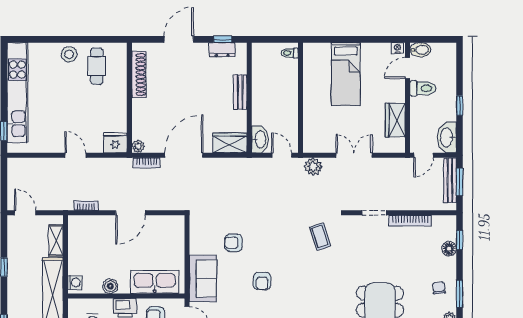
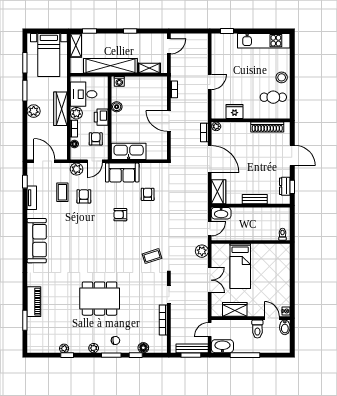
bed: (346, 74) -> (240, 266), moved, turned -90
kitchen unit: (17, 93) -> (264, 41), width x0.73
window: (460, 106) -> (245, 355), width x2.17
fridge: (115, 143) -> (234, 111), moved, turned -90
door: (424, 155) -> (210, 330), hinge flipped
window: (460, 240) -> (136, 355), moved
kitchen sink: (155, 282) -> (129, 151), moved, turned -90

